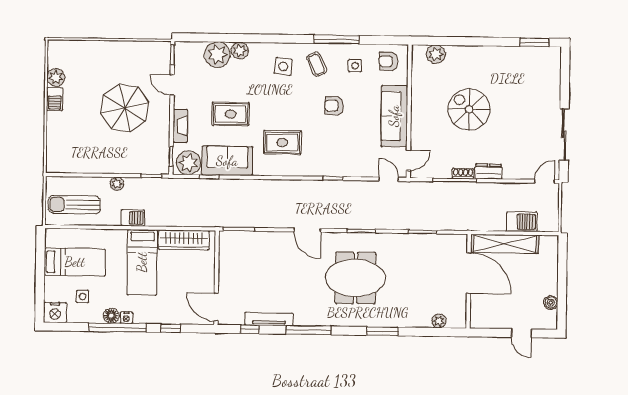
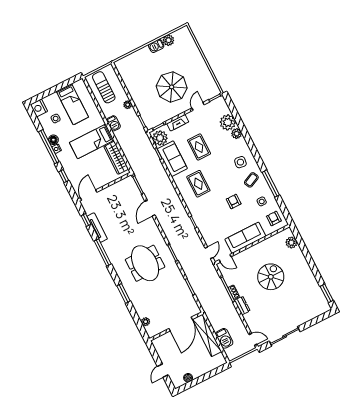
door: (307, 230) -> (150, 208), moved

